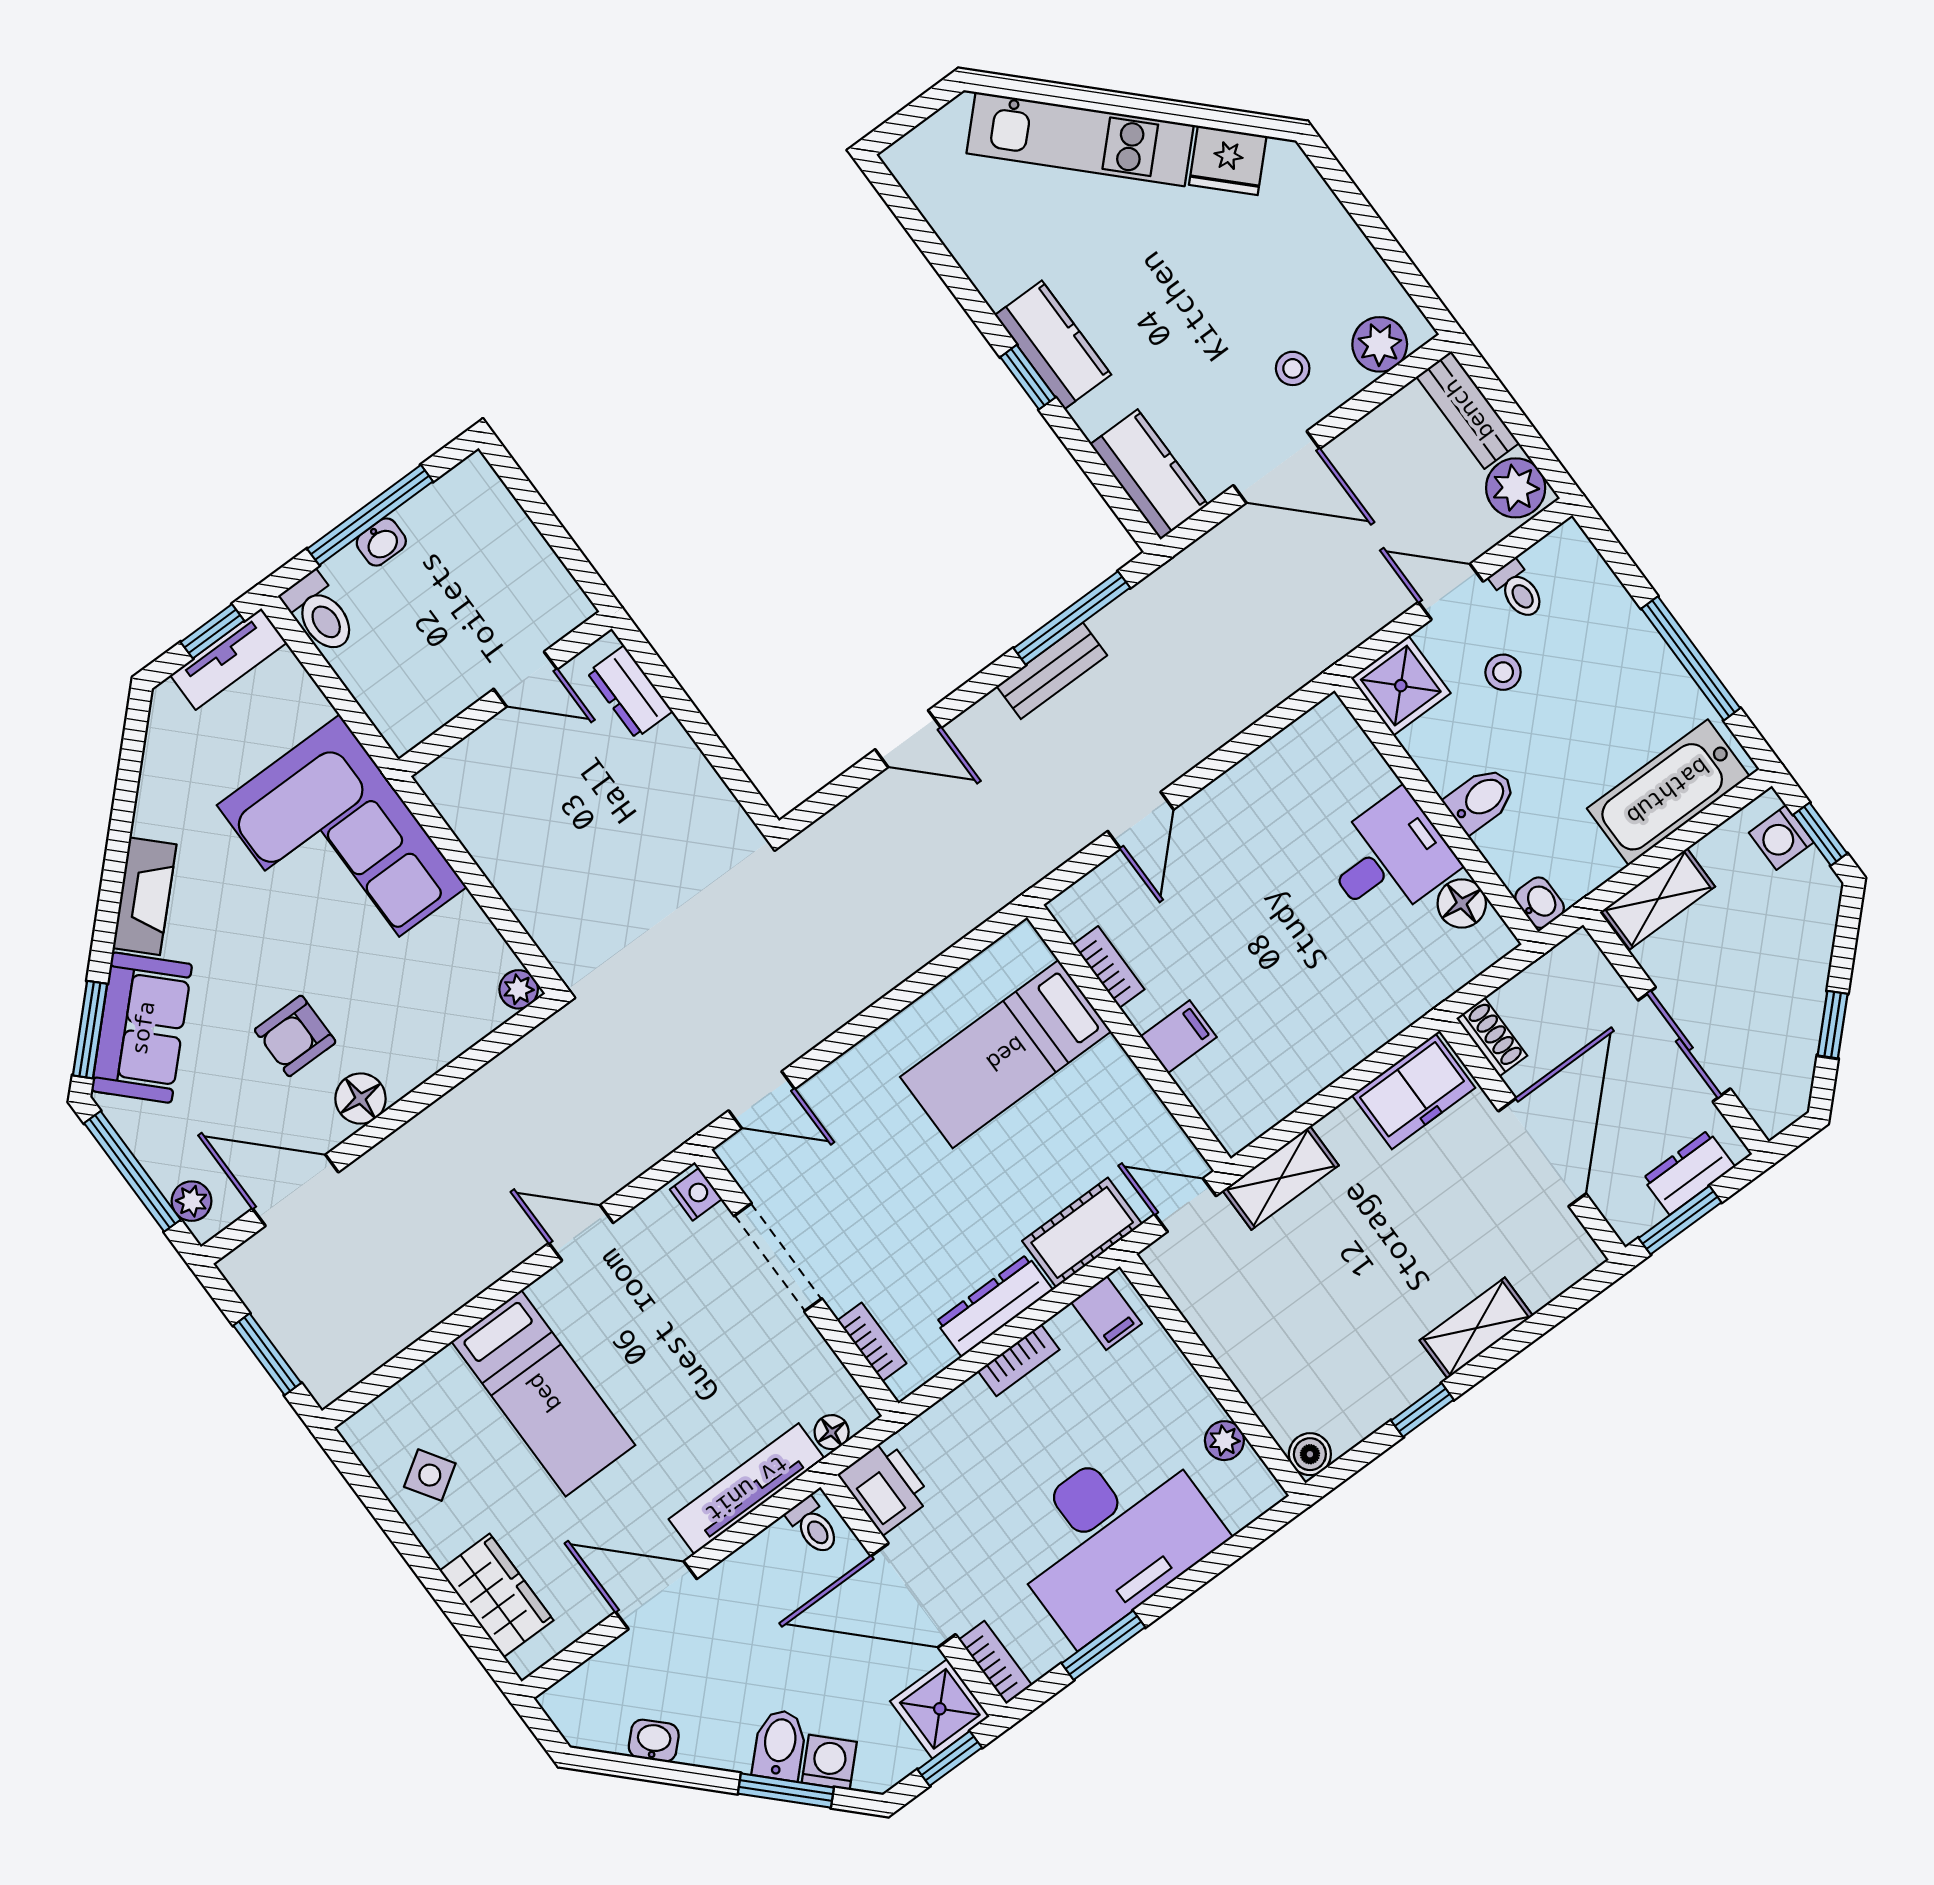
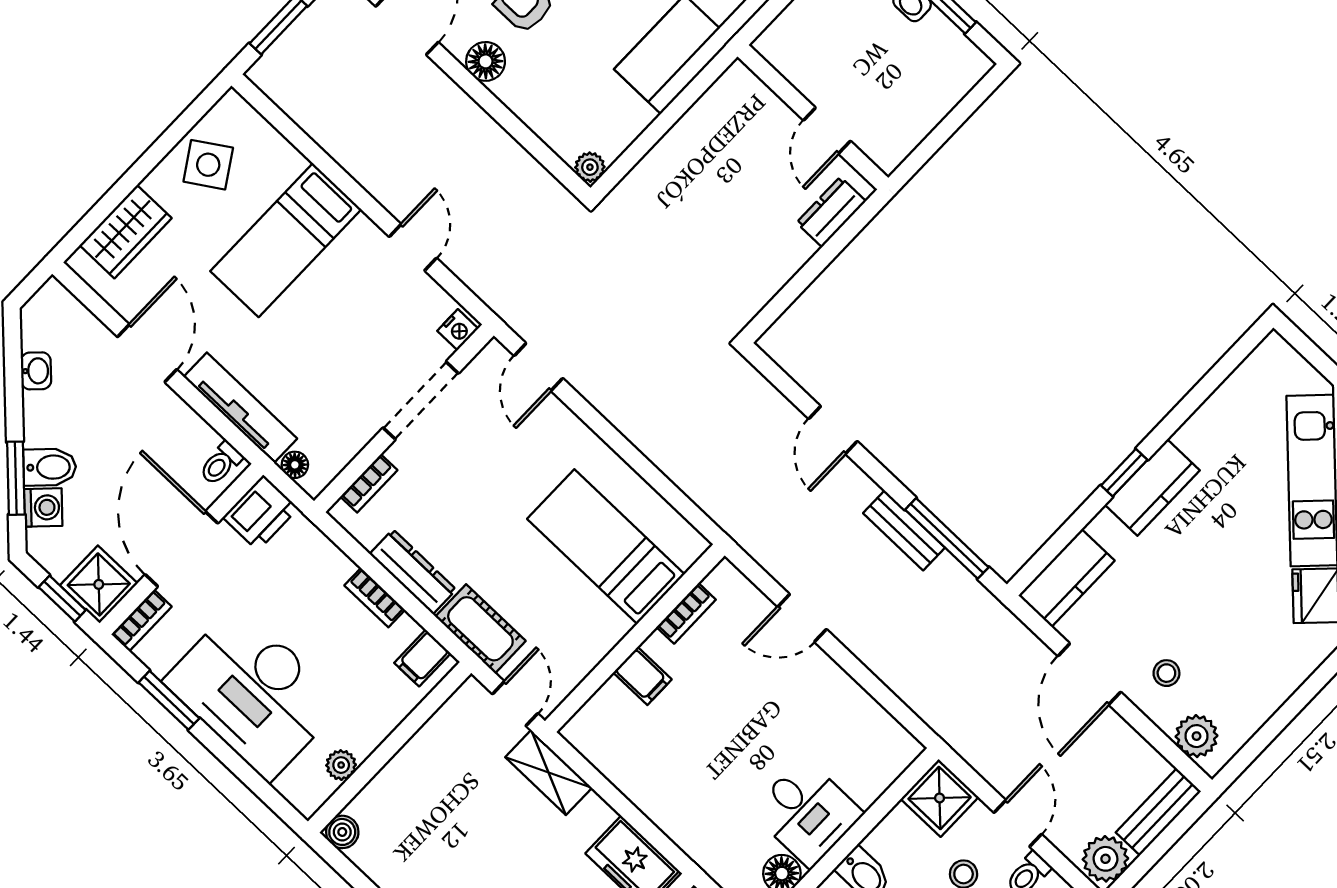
side table: (430, 1475) -> (208, 165), width x1.37, depth x1.37

